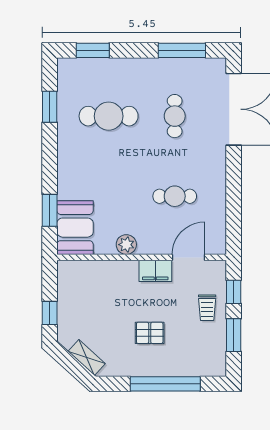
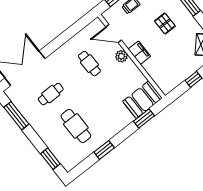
window: (50, 107) -> (104, 150), moved
plant: (126, 245) -> (121, 56), moved
filing cabinet: (155, 271) -> (139, 53), moved

